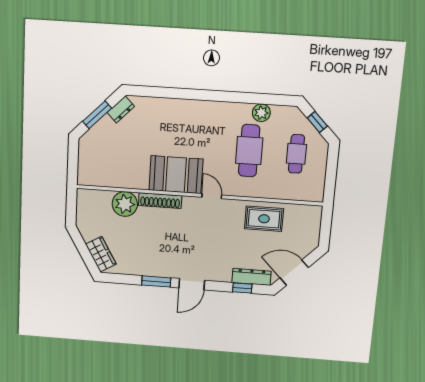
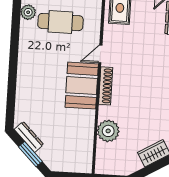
dresser: (121, 109) -> (29, 137), width x1.44
shoe rack: (160, 201) -> (106, 86), moved

